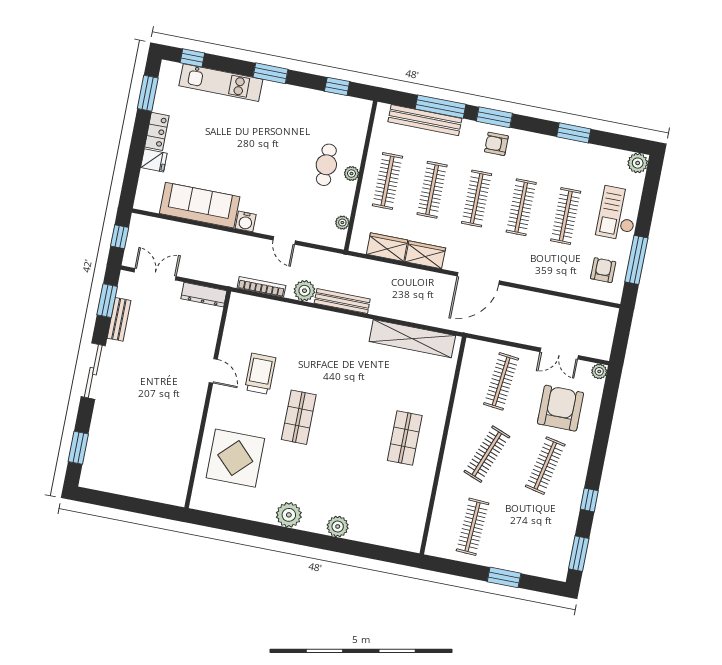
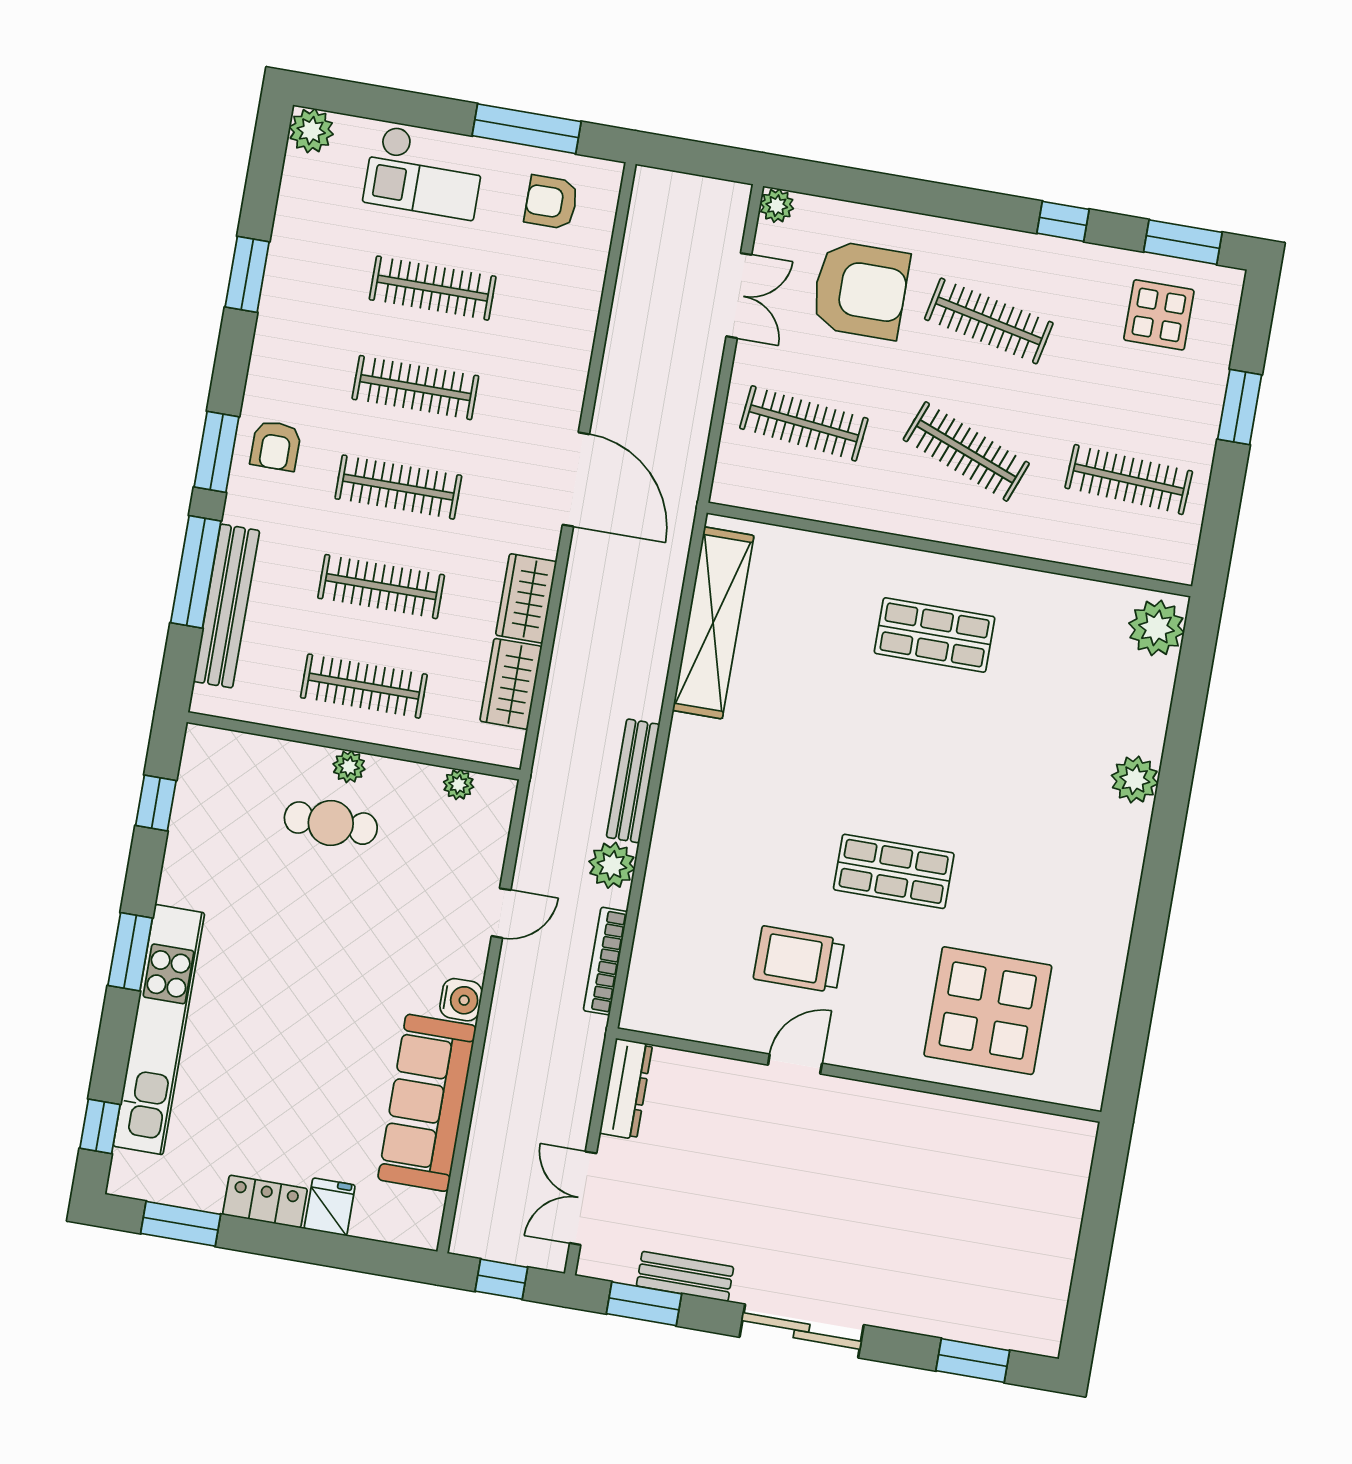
kitchen unit: (221, 83) -> (159, 1029), width x1.36
armchair: (560, 408) -> (860, 290), turned 180
plant: (289, 515) -> (1156, 628), moved
display table: (546, 542) -> (1159, 315), added

